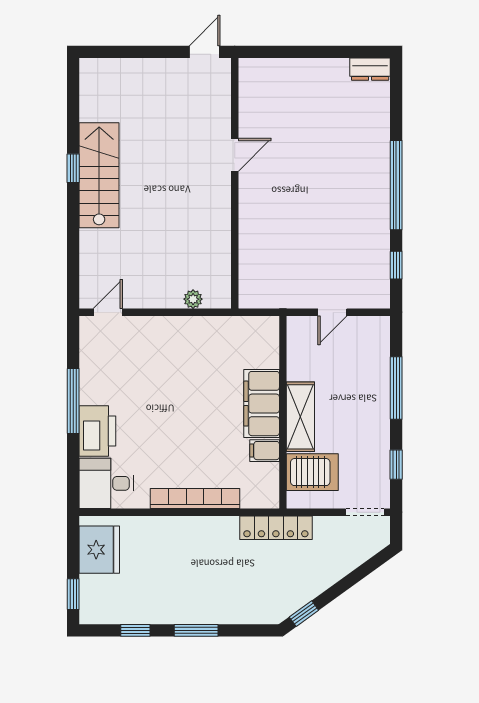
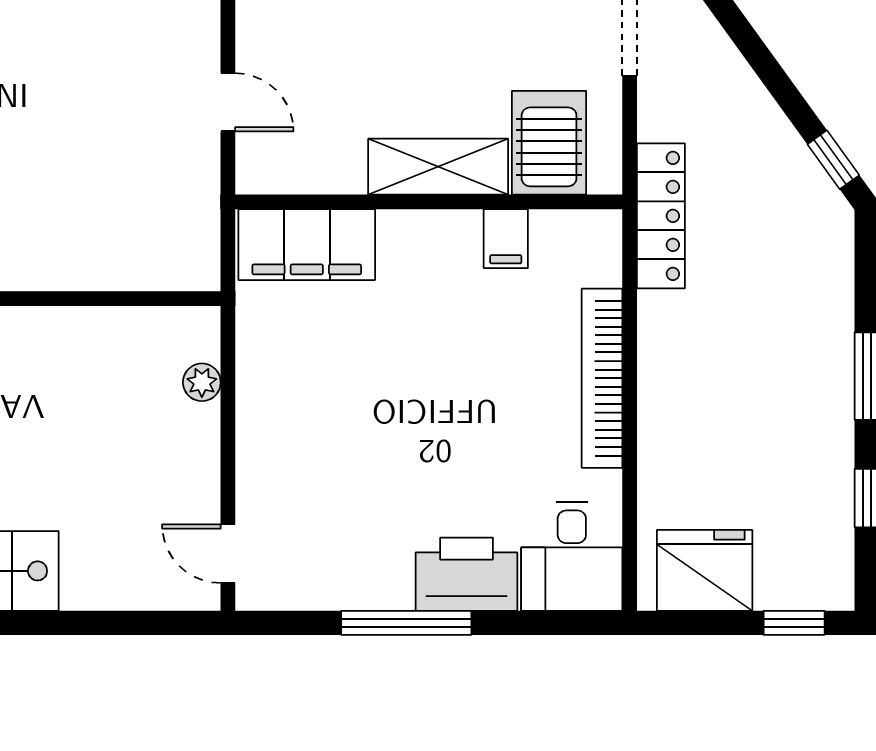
filing cabinet: (262, 404) -> (307, 245), moved

